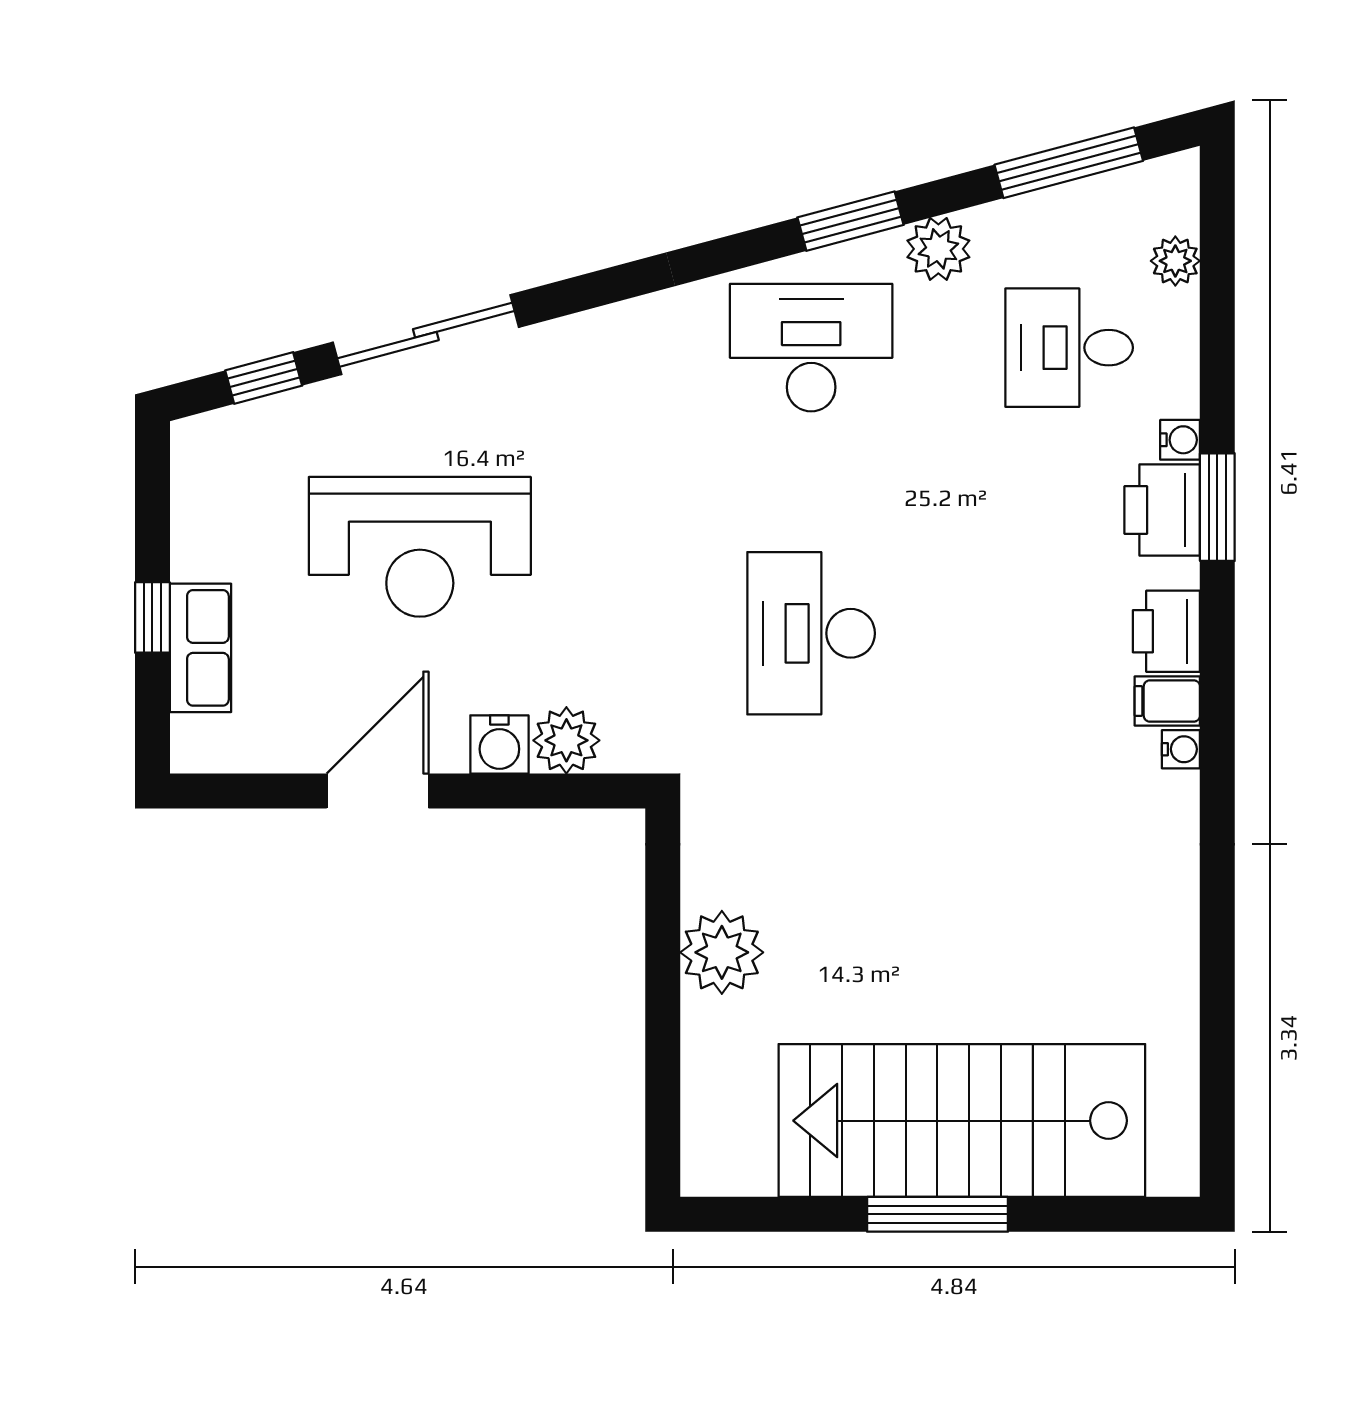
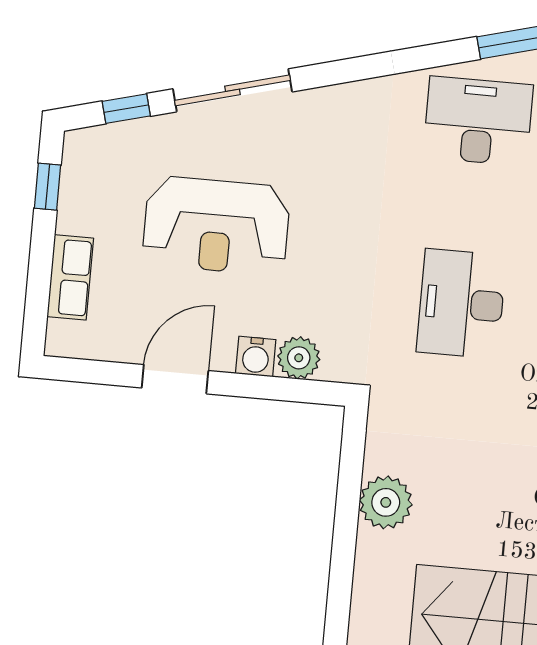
window: (152, 617) -> (47, 187), moved

